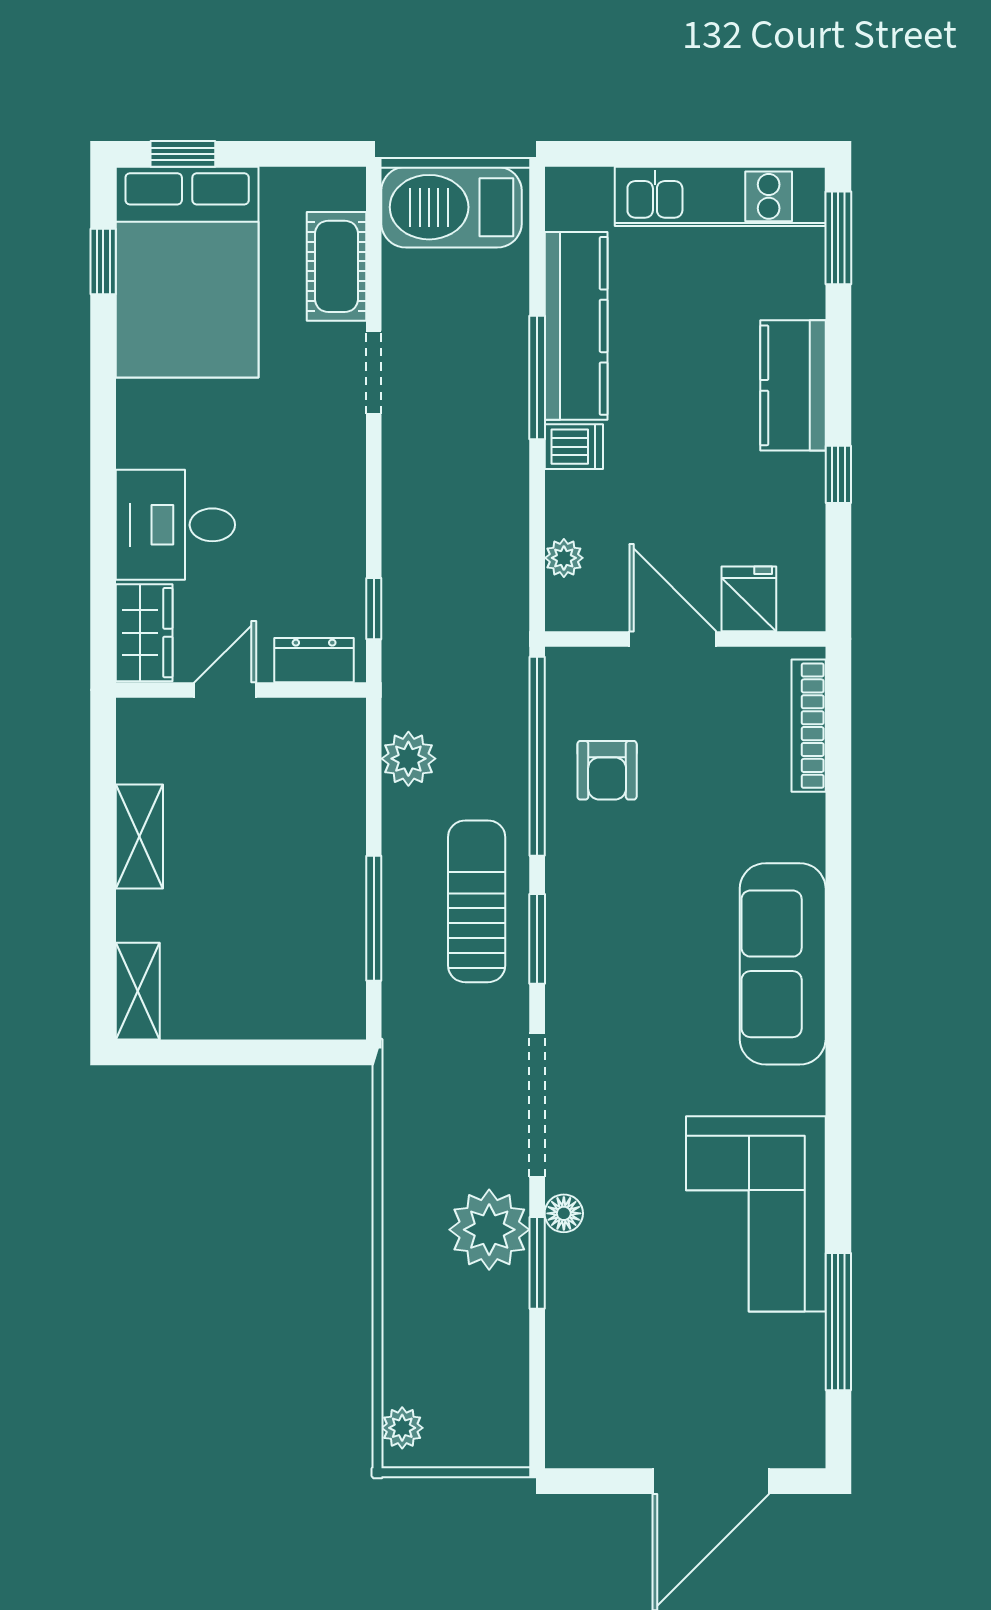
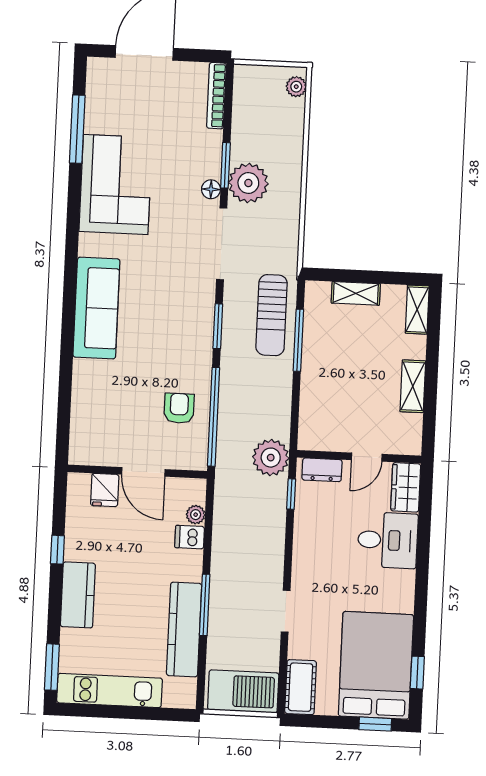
cot: (337, 266) -> (301, 687), moved
dishwasher: (574, 447) -> (190, 537), moved
bookcase: (809, 726) -> (216, 96), moved, turned 180
plant: (408, 759) -> (271, 458), moved, width x1.36, depth x1.36
sun lounger: (477, 901) -> (272, 315), moved
shelving: (263, 1018) -> (356, 293), added

